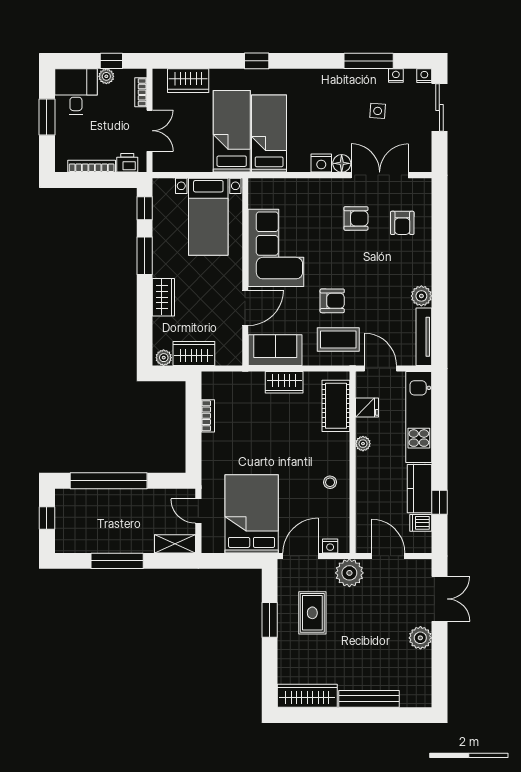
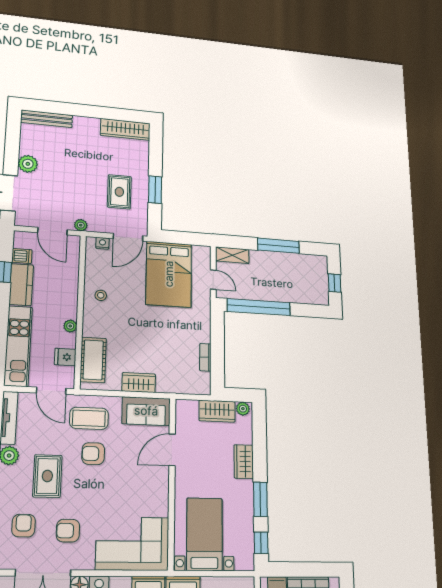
corner sofa: (276, 248) -> (133, 544), moved, turned 90
rug: (380, 275) -> (47, 476), added
window: (109, 481) -> (259, 307), moved
plant: (349, 573) -> (81, 225), width x0.53, depth x0.53
bench: (369, 699) -> (47, 119), moved

